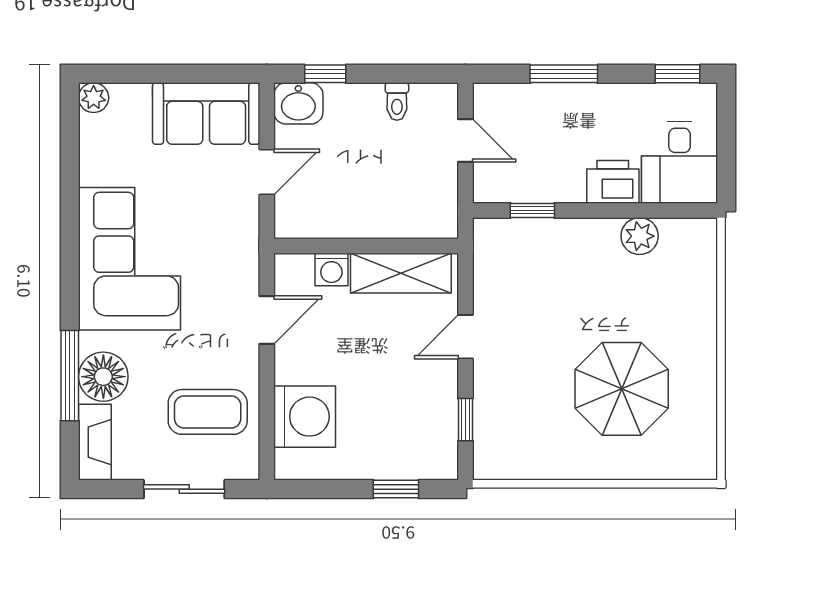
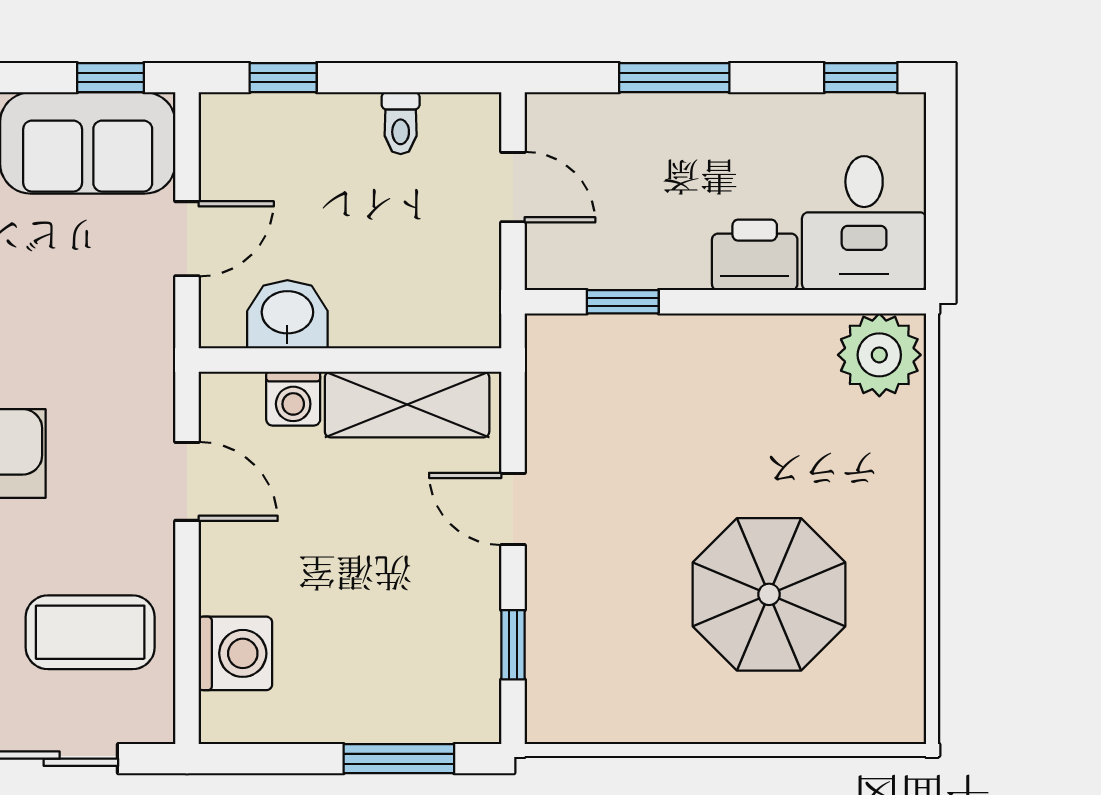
window: (220, 74) -> (110, 78), added
washbasin: (298, 103) -> (287, 314), moved, turned 180
plant: (640, 236) -> (879, 355), moved, width x1.36, depth x1.36
door: (267, 320) -> (187, 481), hinge flipped
door: (465, 337) -> (513, 509), hinge flipped
washing machine: (305, 417) -> (235, 653), width x0.73, depth x0.73
window: (396, 489) -> (399, 759), width x1.50

